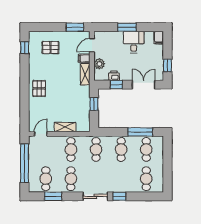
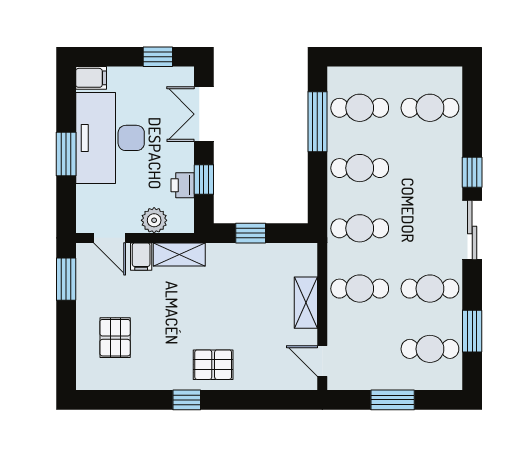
desk: (134, 42) -> (110, 138), width x1.87, depth x1.30
window: (25, 48) -> (187, 400), moved
window: (25, 163) -> (393, 400), width x0.47

